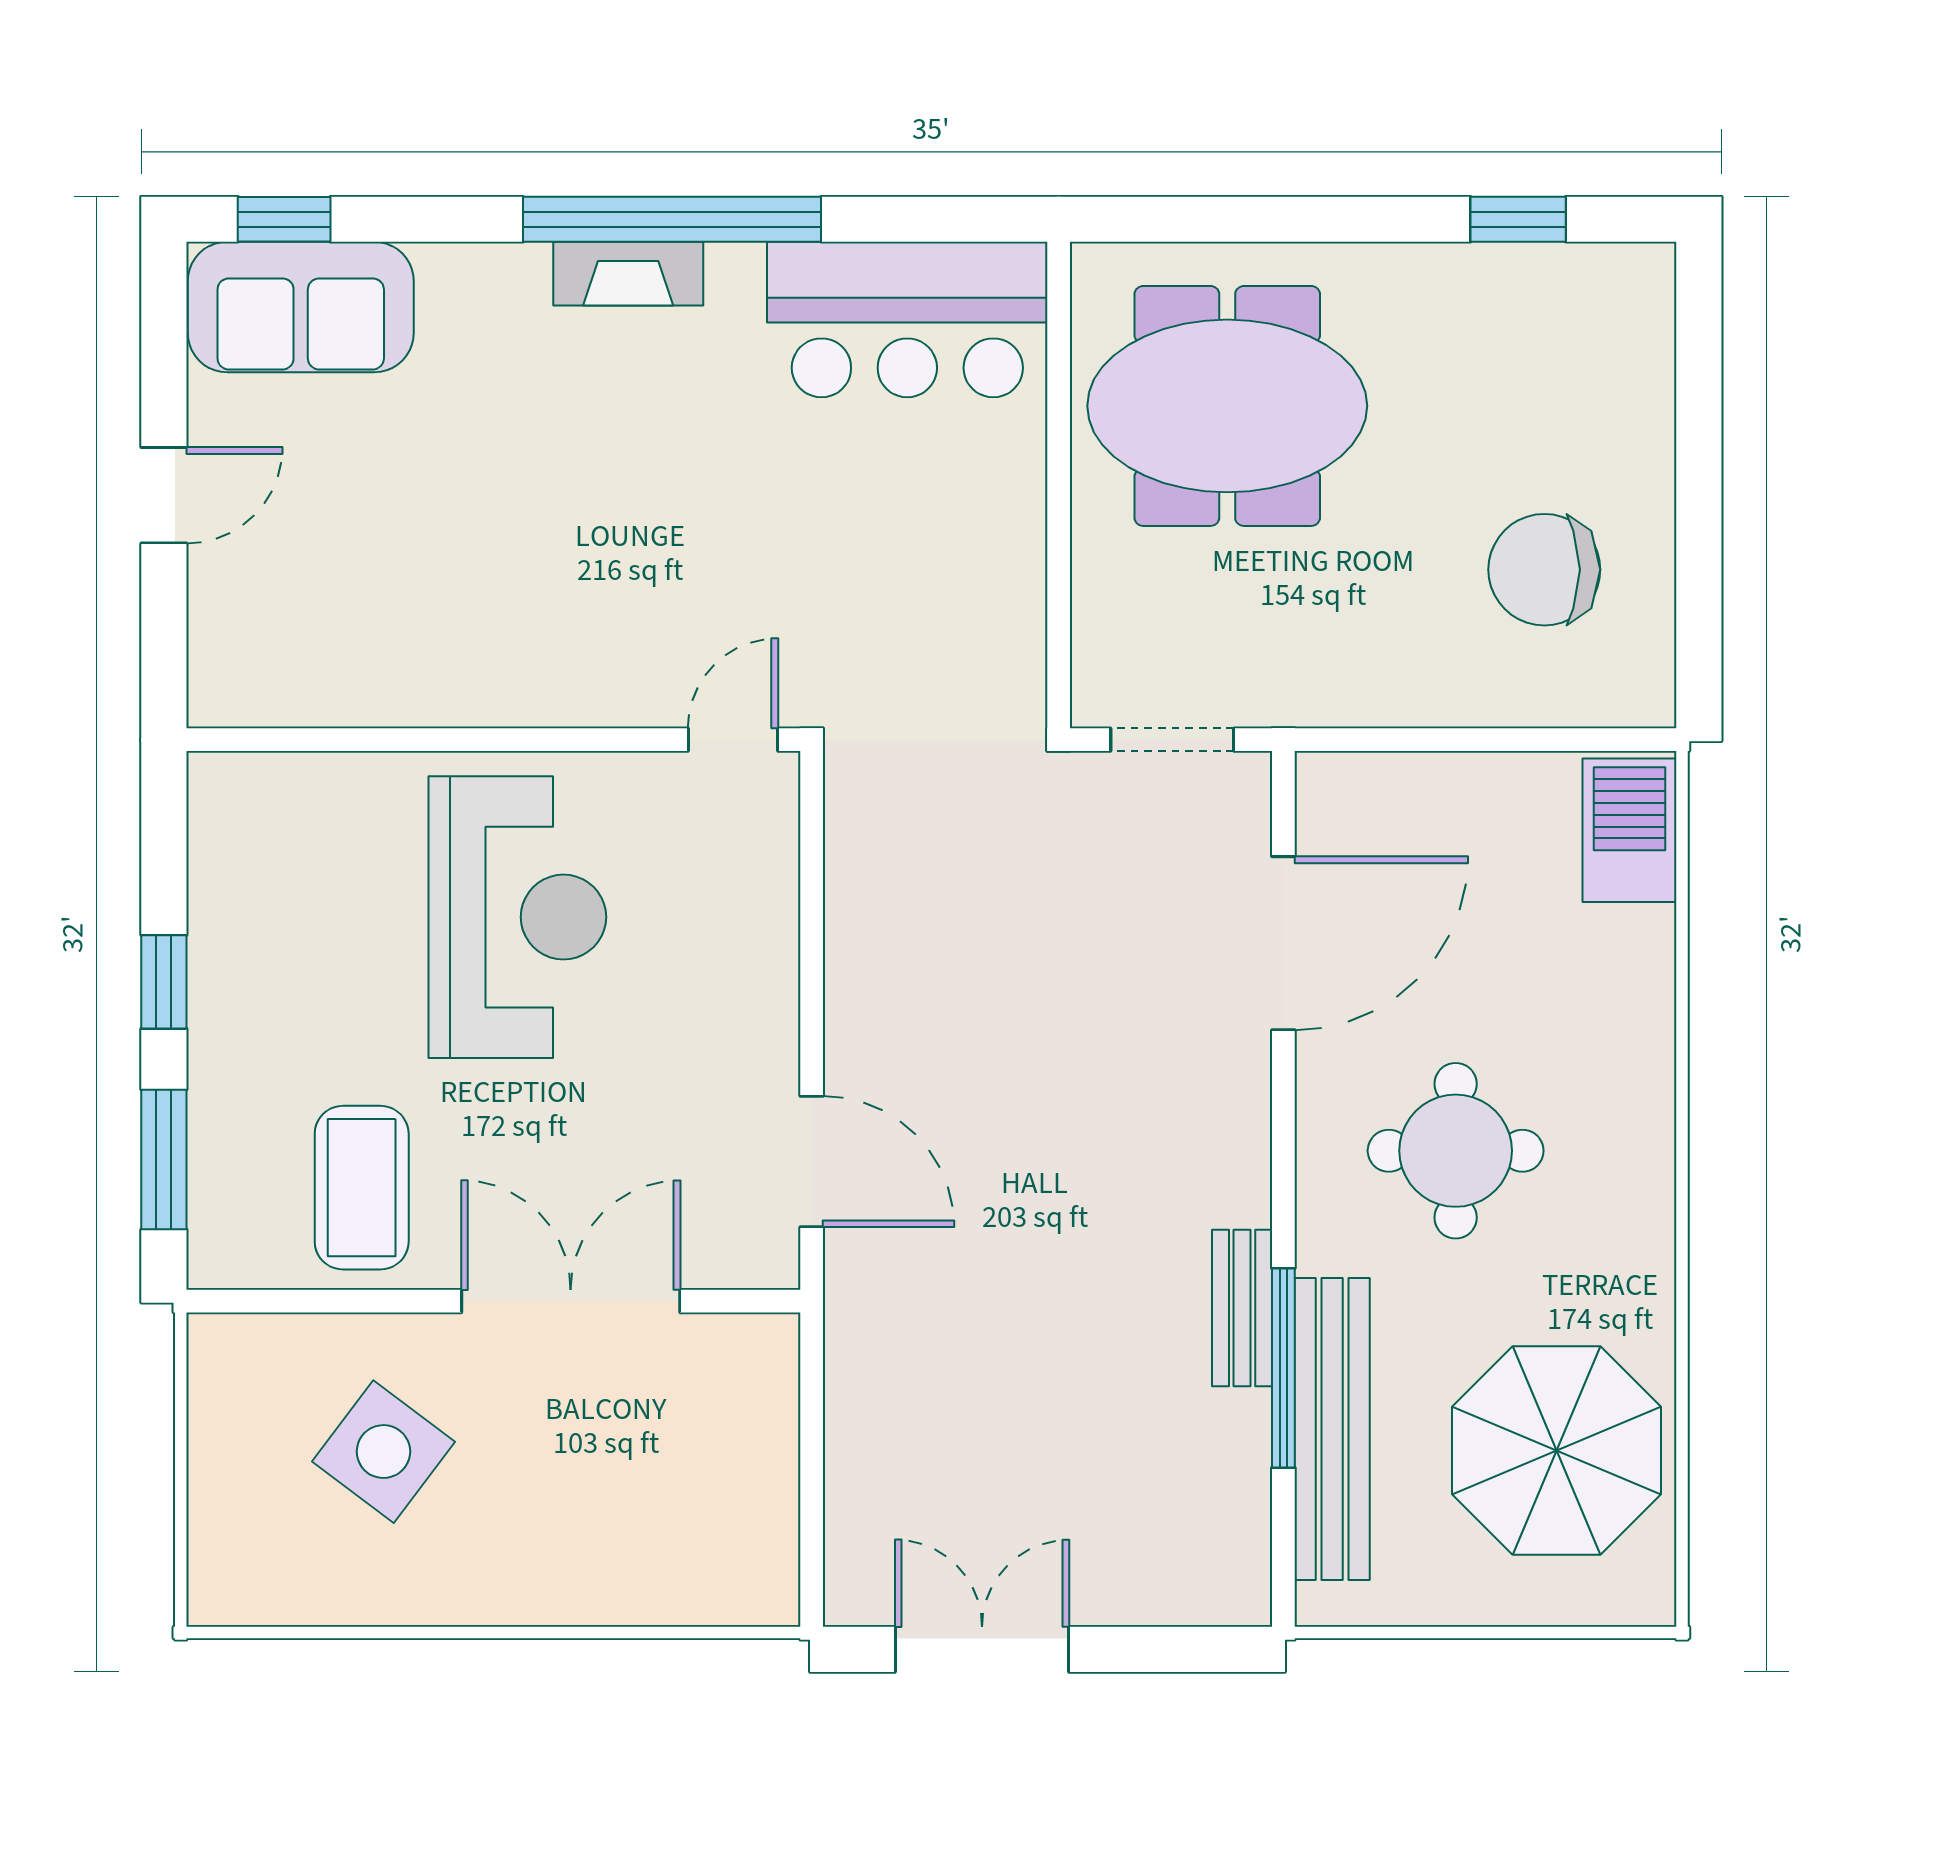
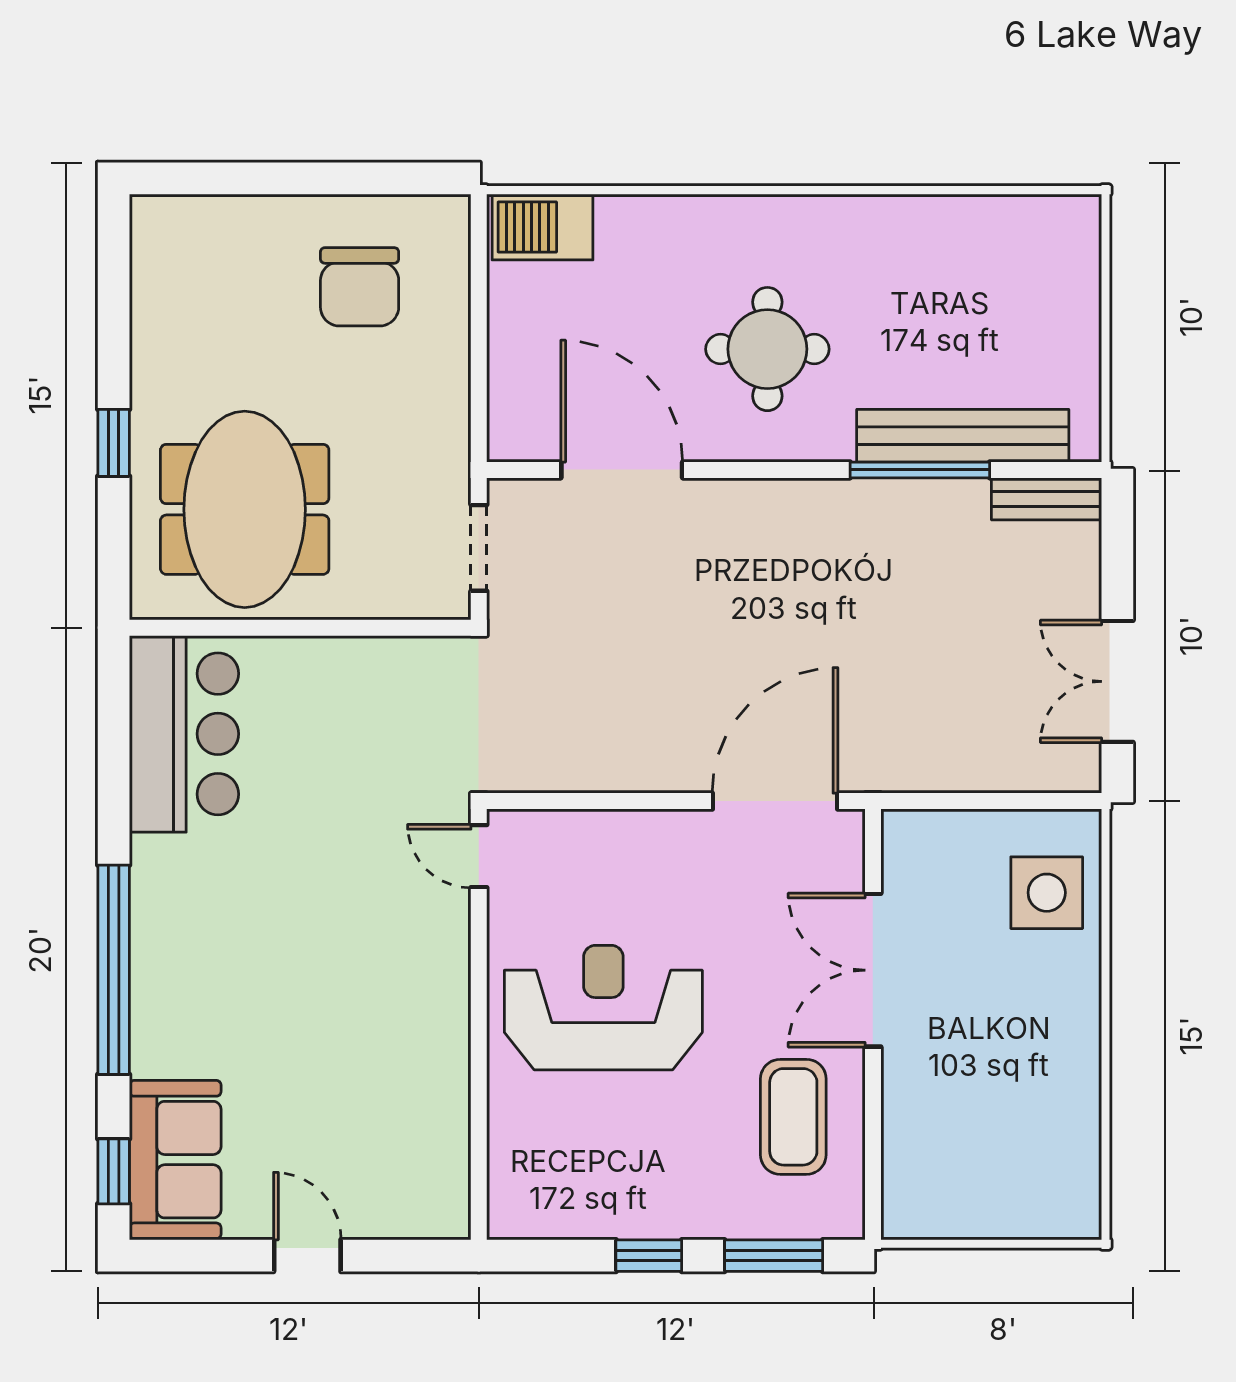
window: (672, 219) -> (114, 970), moved
window: (1518, 219) -> (114, 443), moved
fireplace: (628, 274) -> (152, 930), removed
door: (812, 1162) -> (775, 801), width x1.36
coffee table: (362, 1188) -> (793, 1117), turned 90
bench: (1242, 1308) -> (1047, 499), moved
parasol: (1557, 1451) -> (978, 278), removed
side table: (383, 1452) -> (1047, 893), moved, turned -37

